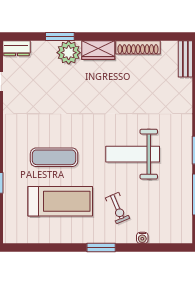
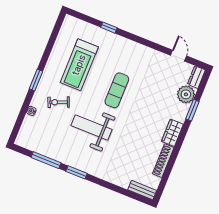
plant: (69, 53) -> (186, 94), moved
weight bench: (133, 154) -> (91, 128), turned -90
exercise mat: (54, 157) -> (117, 90), moved

